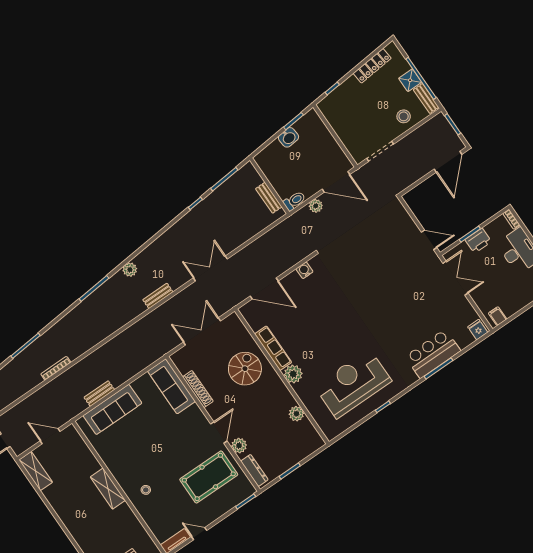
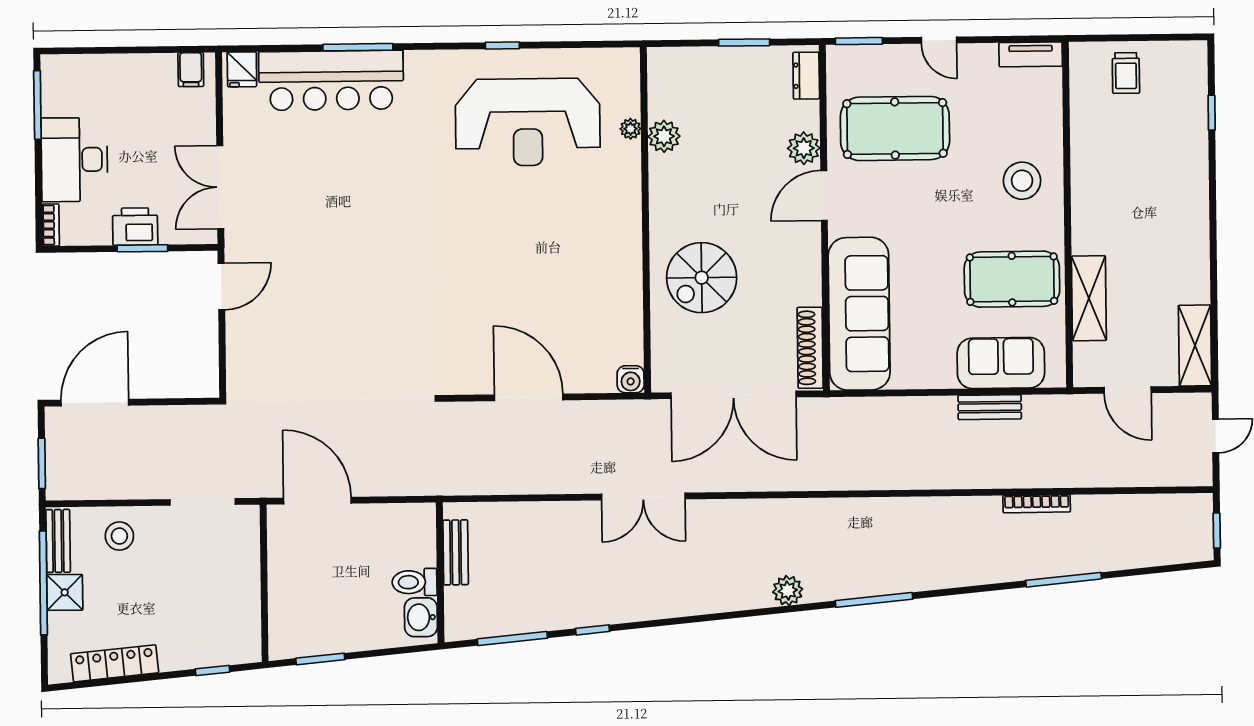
washbasin: (289, 137) -> (421, 617), moved, turned -85
toilet: (294, 201) -> (415, 582), moved
plant: (316, 206) -> (382, 482), removed
door: (429, 240) -> (221, 287), swing flipped
water cooler: (304, 270) -> (631, 379), moved
door: (264, 289) -> (529, 397), moved
bench: (158, 296) -> (769, 510), removed
double door: (202, 331) -> (734, 395), width x1.36
row of seats: (273, 348) -> (627, 280), removed
bar counter: (433, 354) -> (331, 80), width x1.36
plant: (293, 374) -> (631, 129), moved, width x0.53, depth x0.53
sofa: (171, 386) -> (859, 314), width x1.36, depth x1.27
shoe rack: (198, 389) -> (810, 348), moved
sofa: (112, 409) -> (1001, 363), width x0.73
pool table: (124, 449) -> (1012, 279), added
dresser: (254, 470) -> (806, 76), width x0.70
shelving: (108, 489) -> (1089, 298), moved
stool: (146, 490) -> (1022, 181), width x1.89, depth x1.89
door: (199, 534) -> (939, 40), moved

